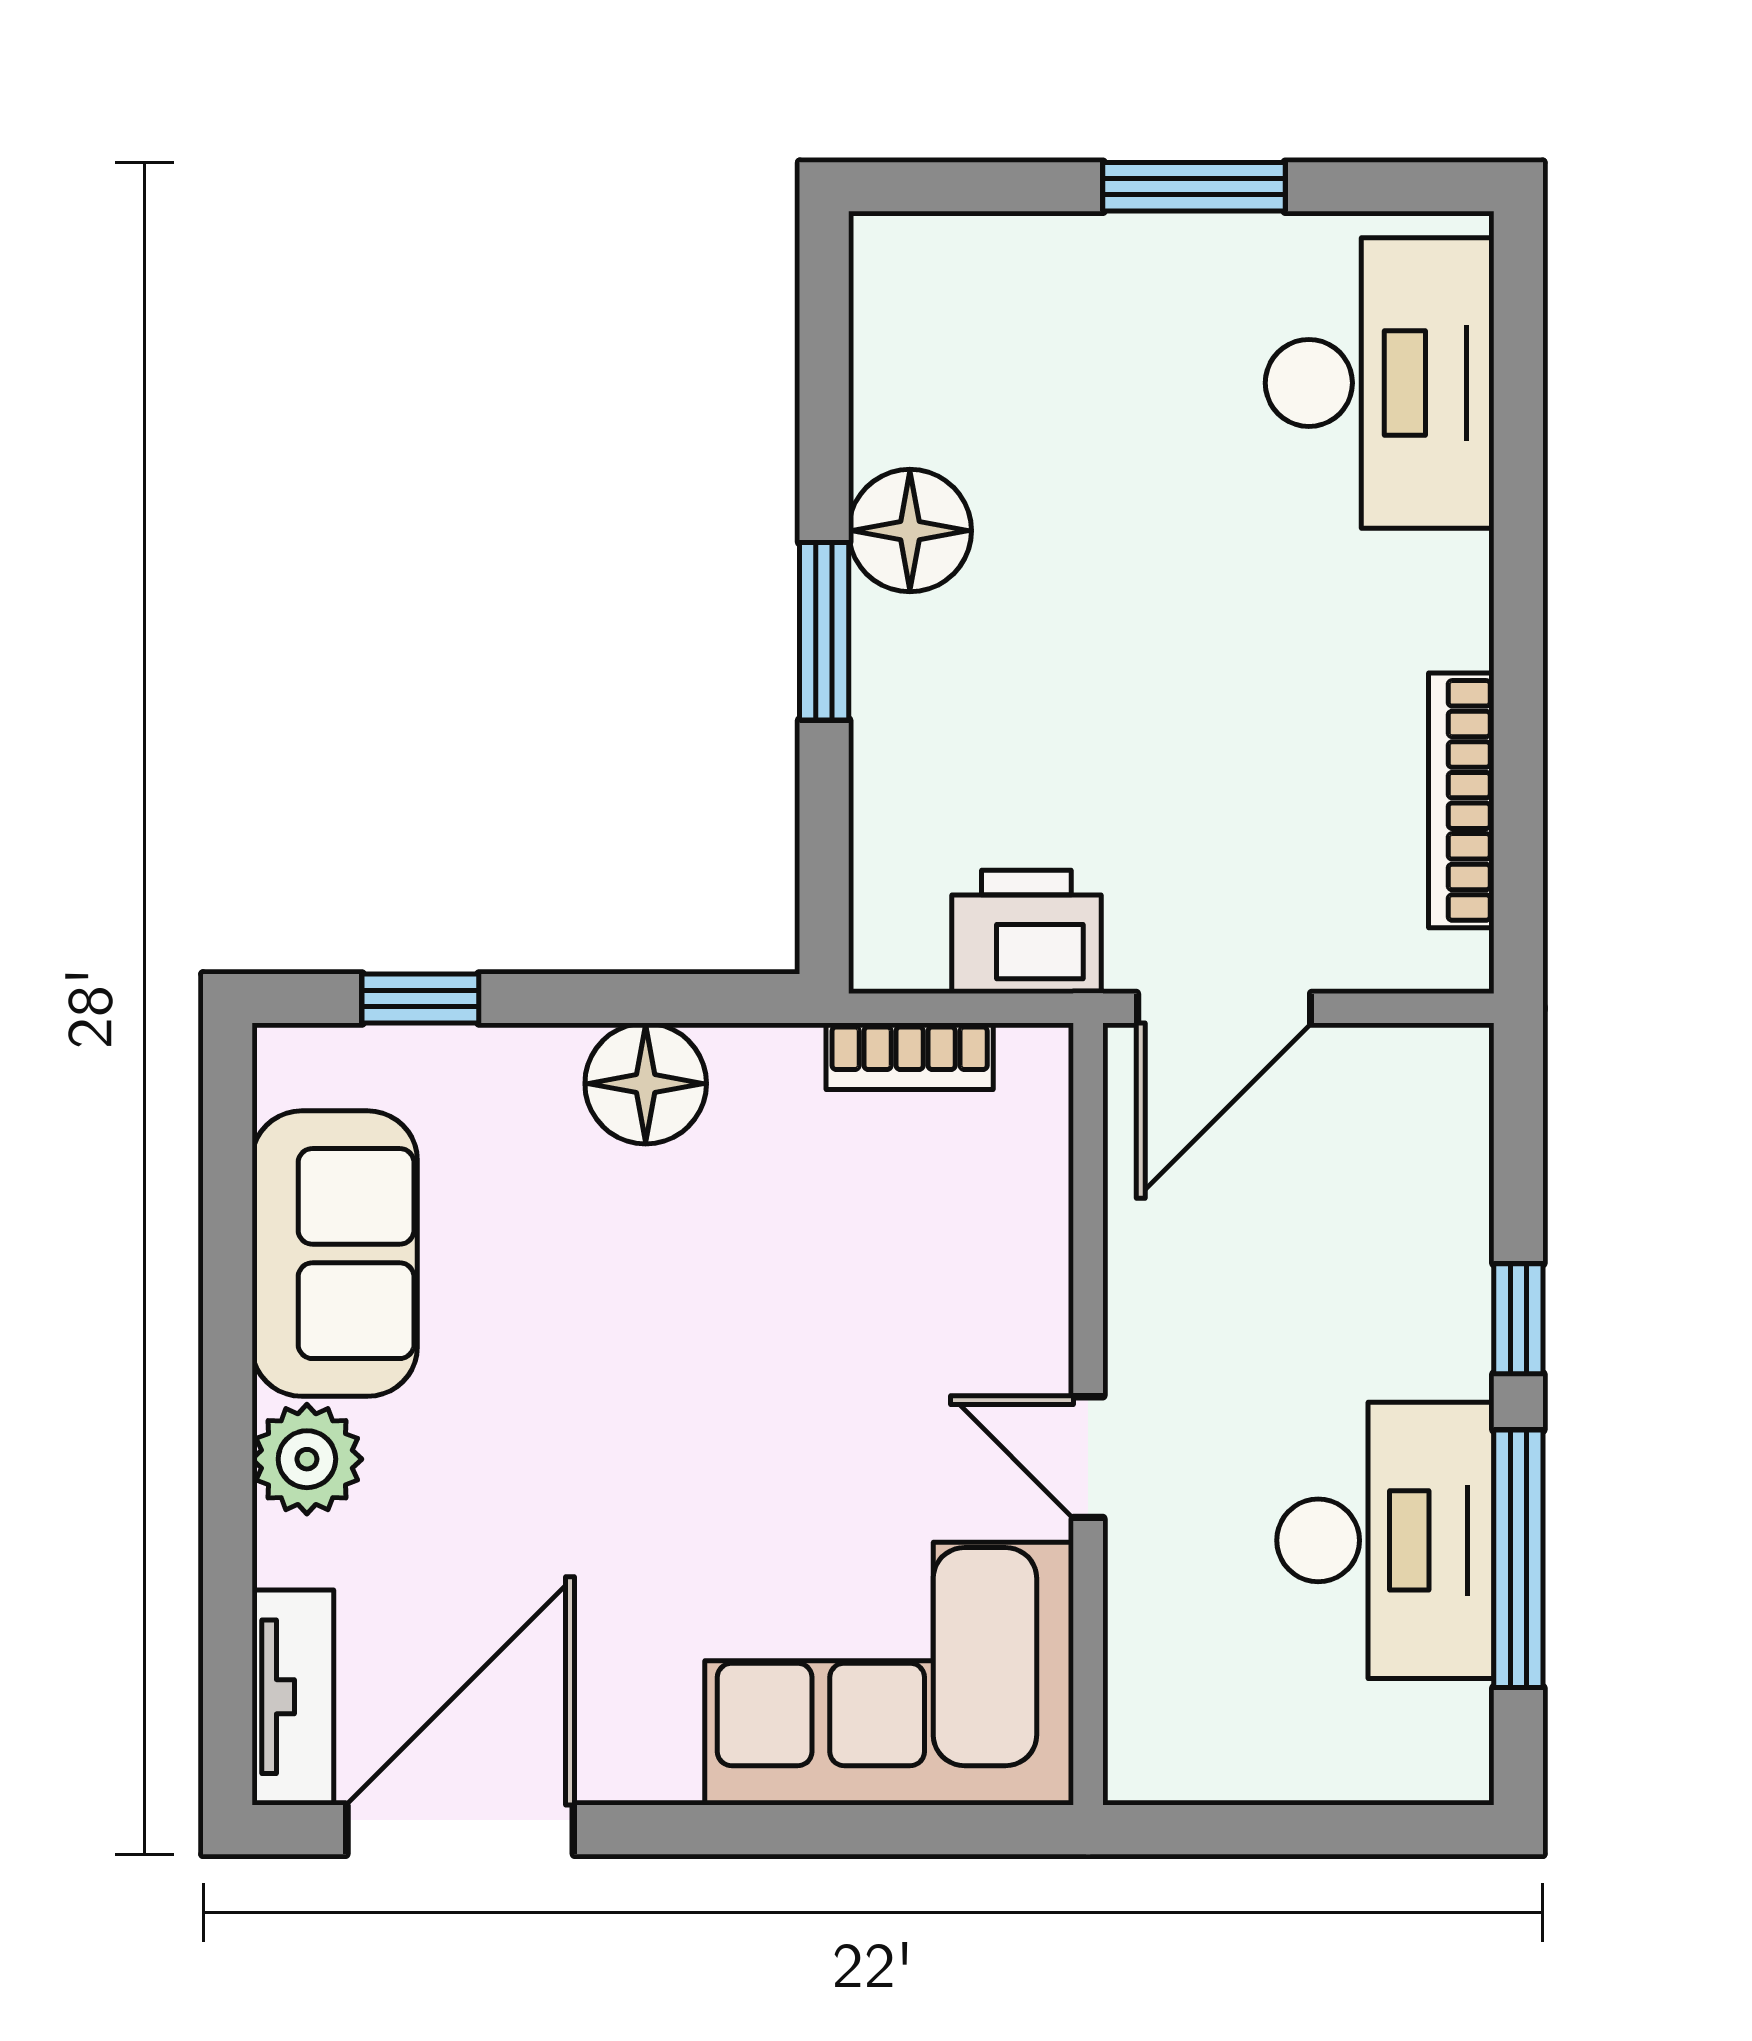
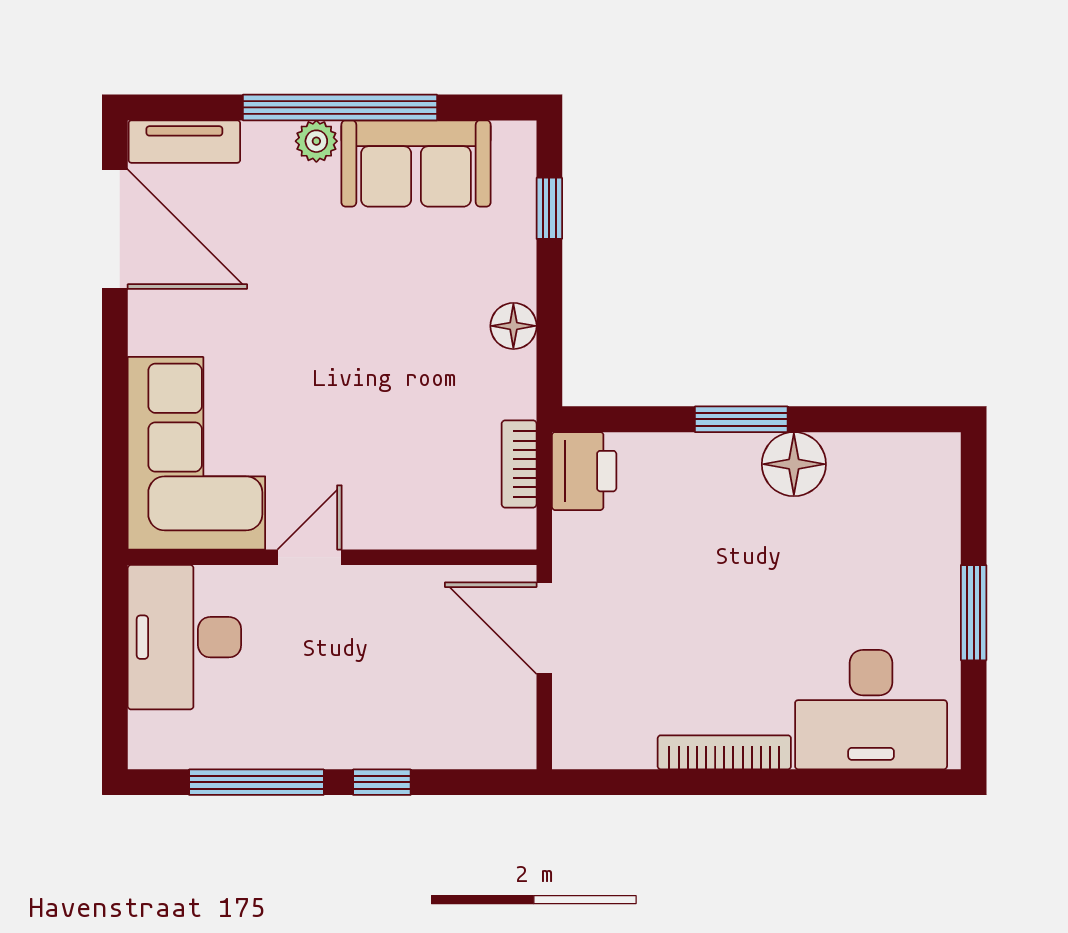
bookcase: (1461, 800) -> (724, 752), moved
printer: (1026, 932) -> (584, 471), moved
floor lamp: (646, 1084) -> (513, 326), width x0.73, depth x0.73
window: (228, 1399) -> (340, 107), added
plant: (307, 1459) -> (316, 141), width x0.73, depth x0.73
desk: (1385, 1540) -> (184, 637), moved, turned 90

